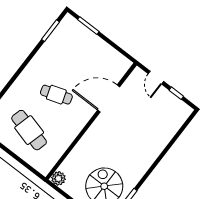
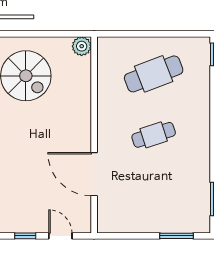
door: (109, 98) -> (94, 174), swing flipped
cafe table: (29, 130) -> (154, 74), turned -36

